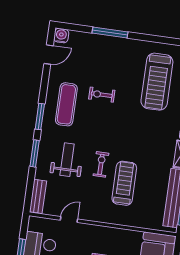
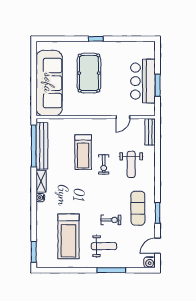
weight bench: (115, 63) -> (104, 246), added
treadmill: (157, 82) -> (68, 236), turned 180
window: (40, 117) -> (158, 213), moved
window: (35, 153) -> (158, 166), removed

